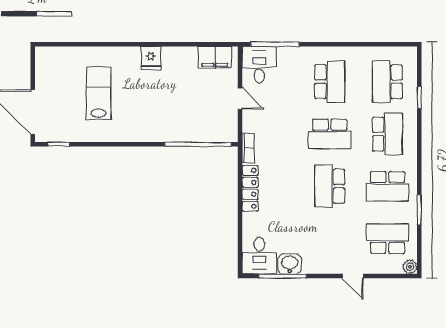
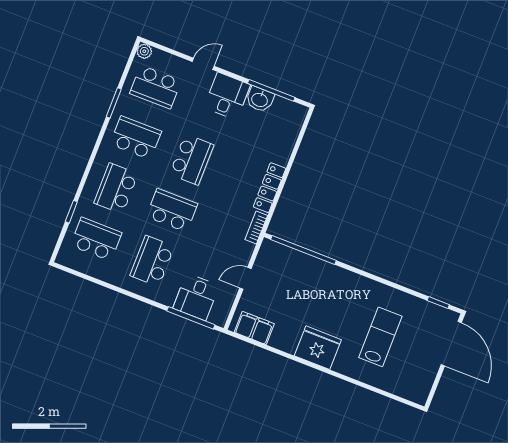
fridge: (151, 58) -> (318, 348), width x1.88, depth x1.34
desk: (259, 65) -> (196, 297), moved
school desk: (387, 82) -> (96, 239), turned -90
lab bench: (99, 93) -> (380, 337), turned 180
door: (240, 99) -> (245, 278), hinge flipped
desk: (259, 256) -> (227, 96), moved
door: (353, 276) -> (203, 64), hinge flipped

